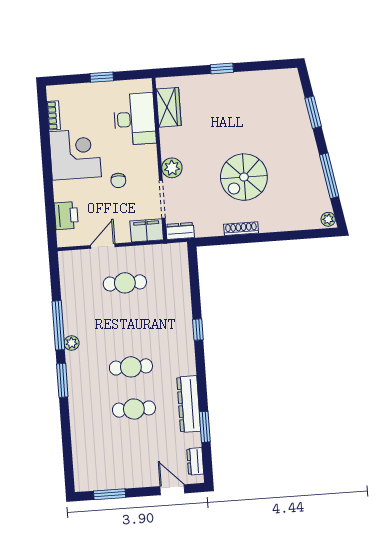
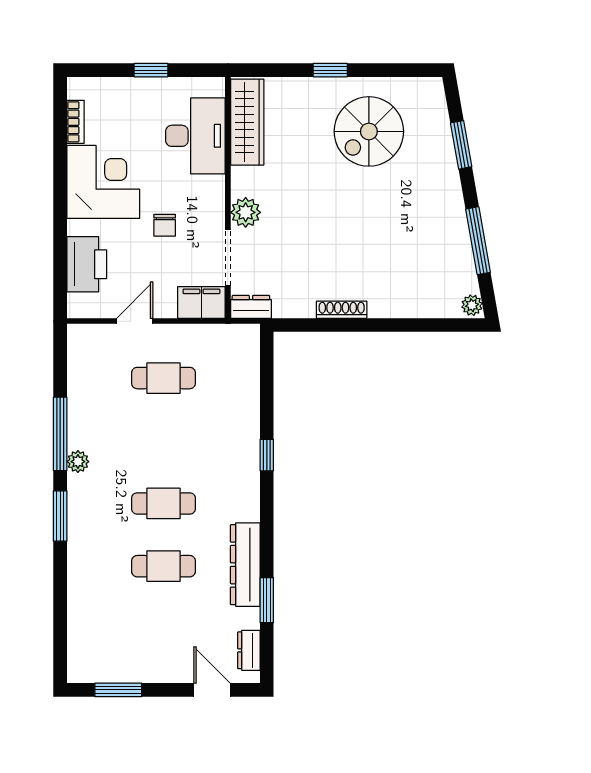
wardrobe: (169, 107) -> (247, 122), width x1.50
spiral stairs: (244, 177) -> (369, 131), moved
printer: (66, 216) -> (87, 264), width x1.37, depth x1.19

